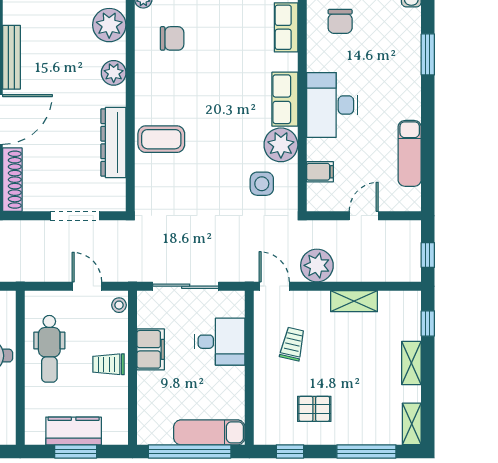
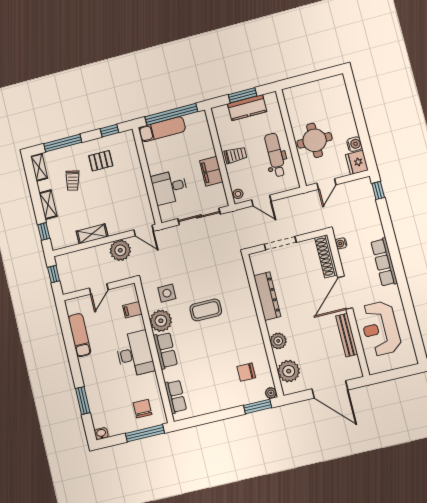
coffee table: (161, 139) -> (206, 310), moved
trolley: (293, 344) -> (73, 181), moved

